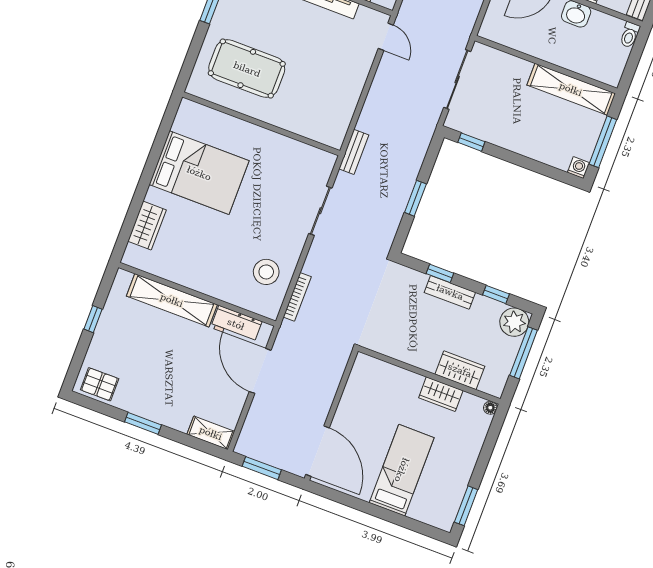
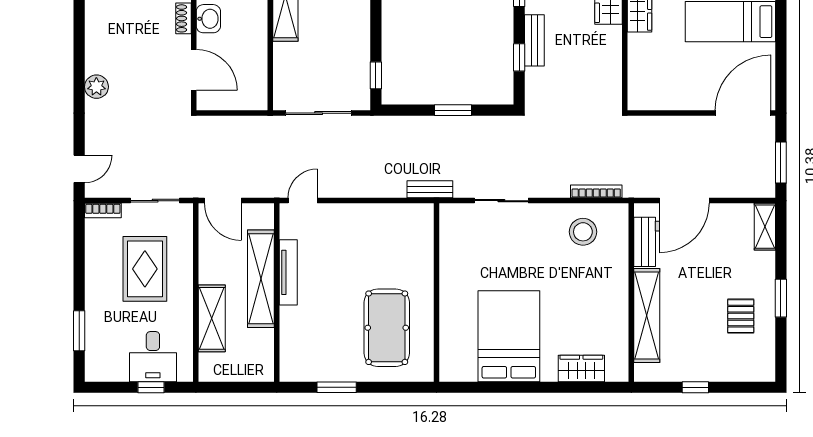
pallet: (100, 384) -> (741, 316), moved

